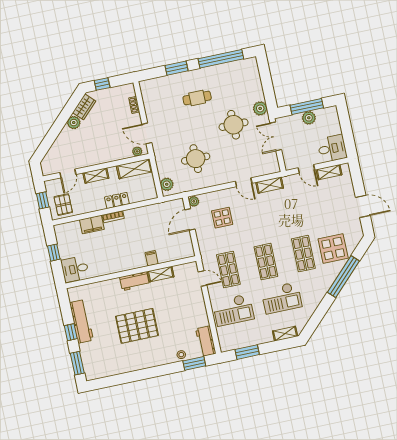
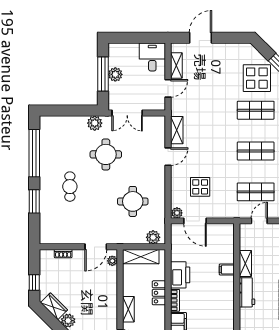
shelving: (134, 169) -> (141, 257), moved, turned 90
door: (363, 206) -> (201, 38), moved
printer: (137, 216) -> (180, 275), added

